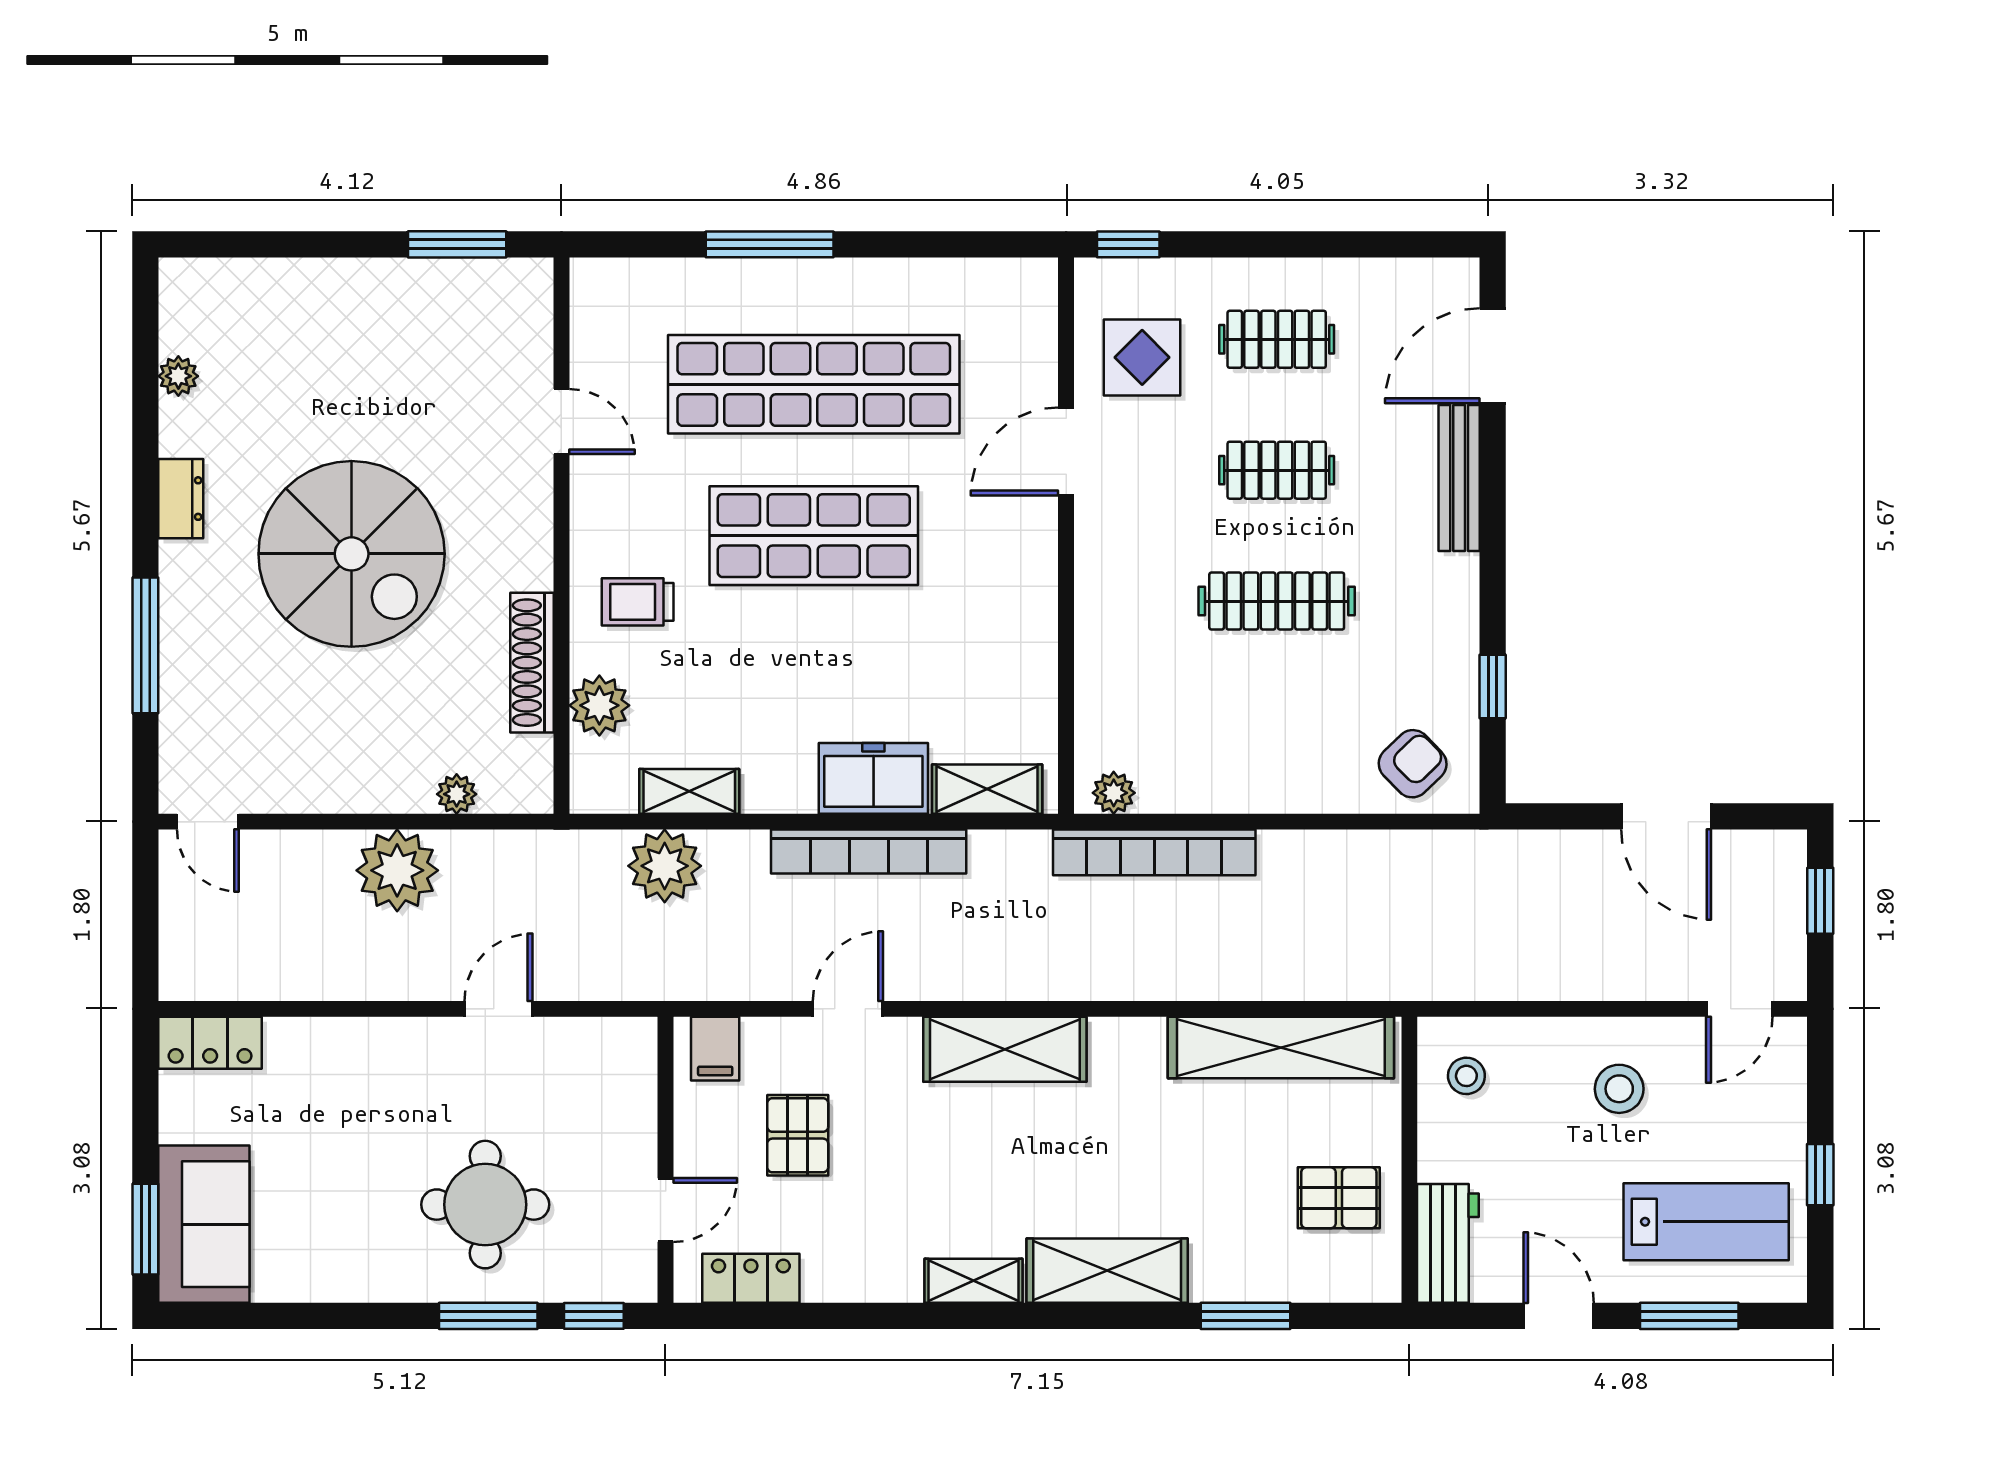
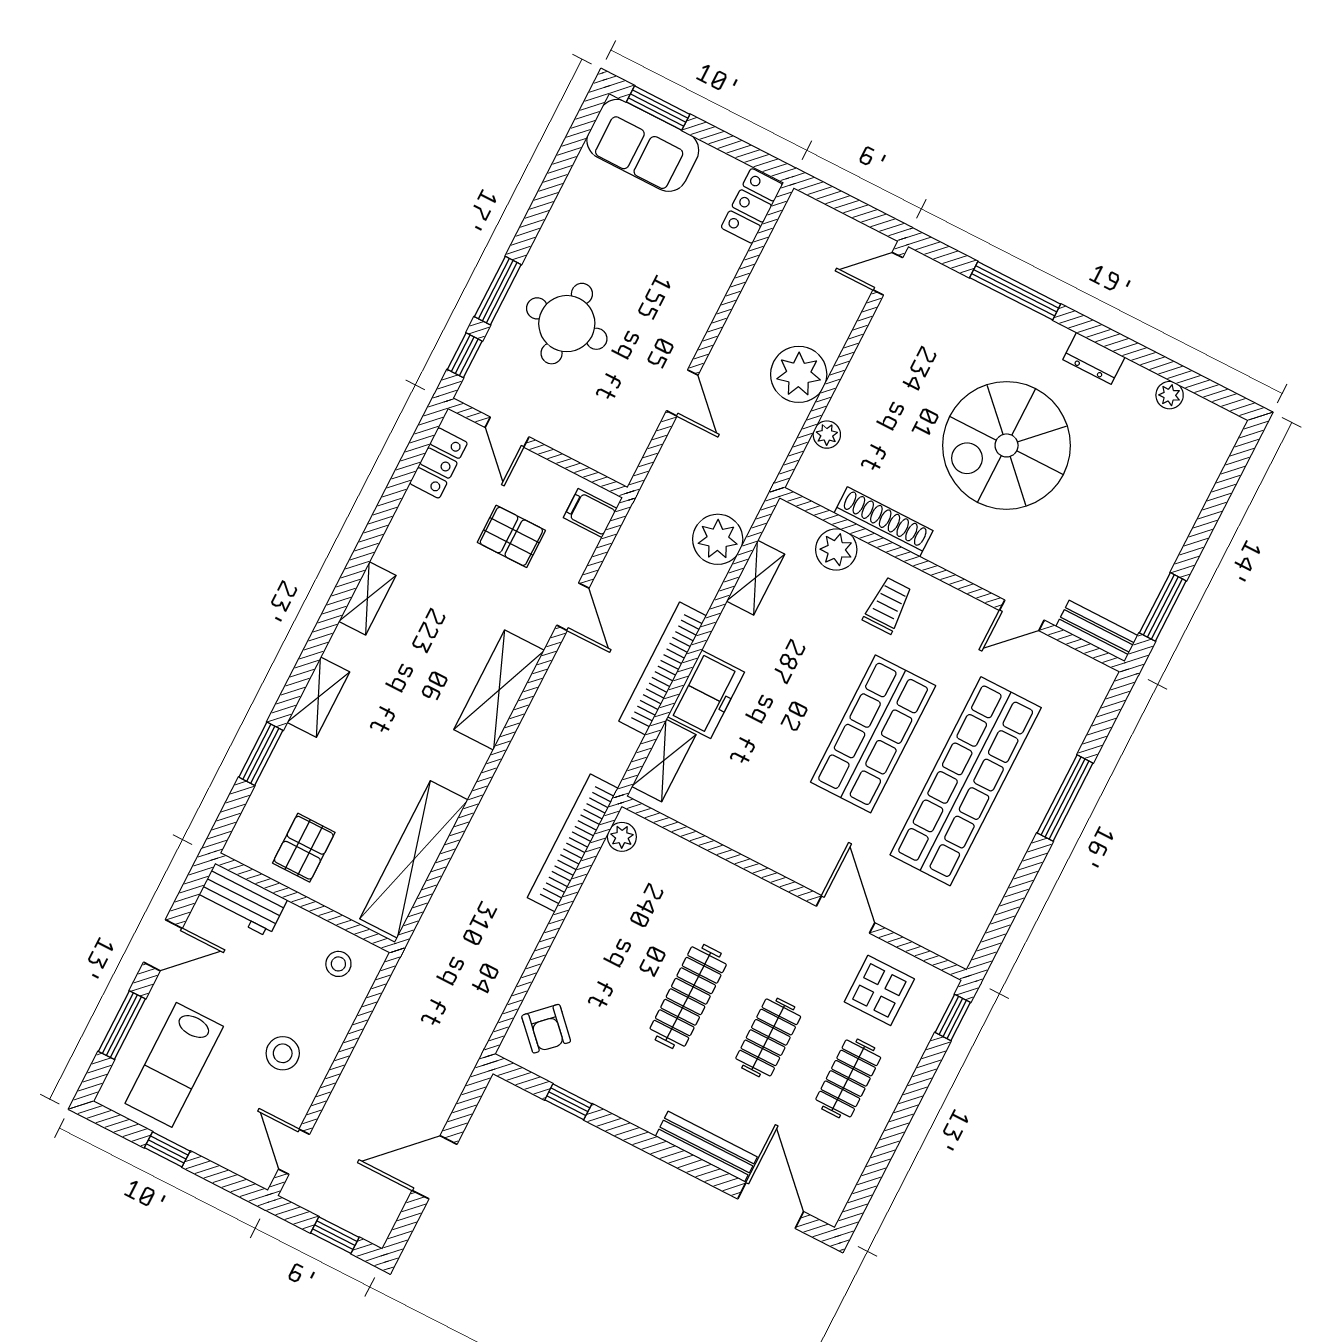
bench: (532, 314) -> (1097, 631), added
shelving: (1107, 1271) -> (318, 697), width x0.67, depth x0.75

